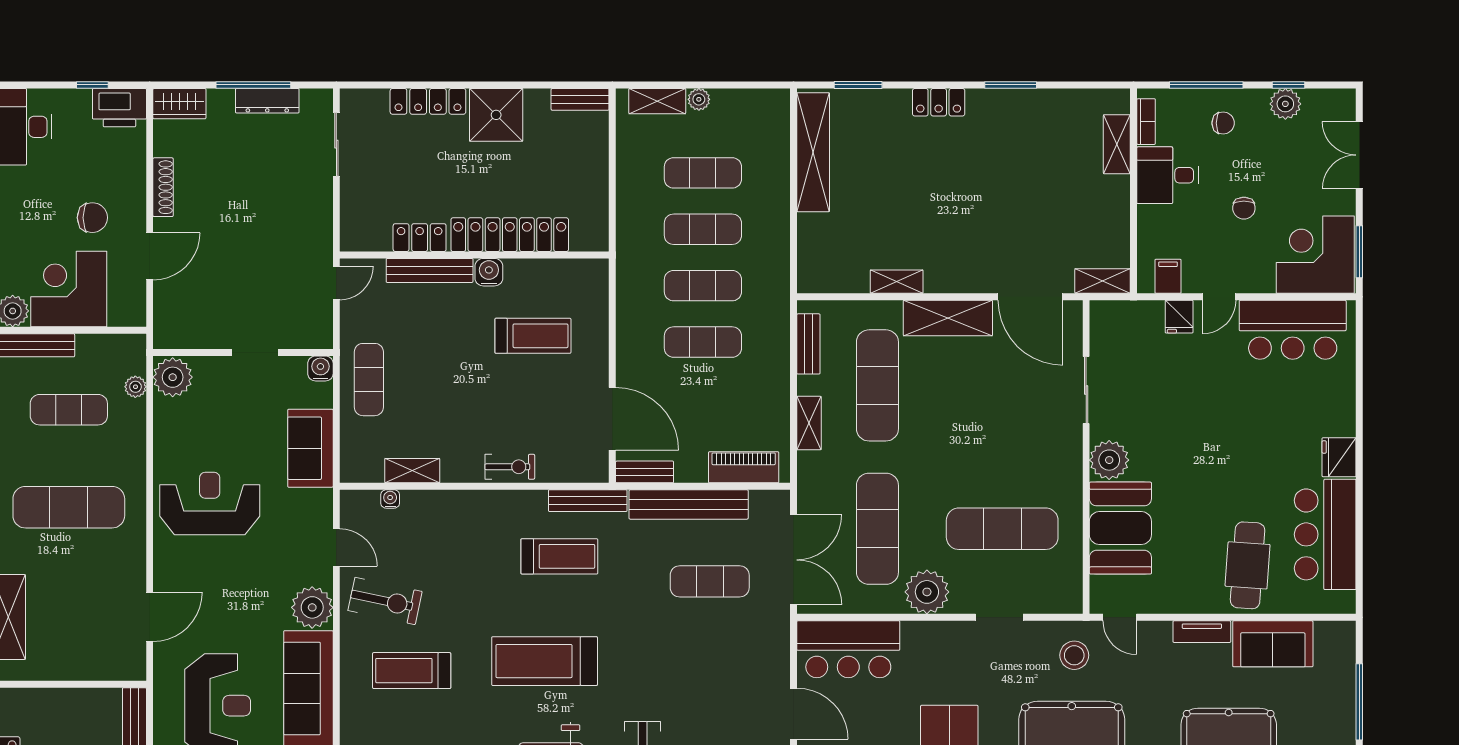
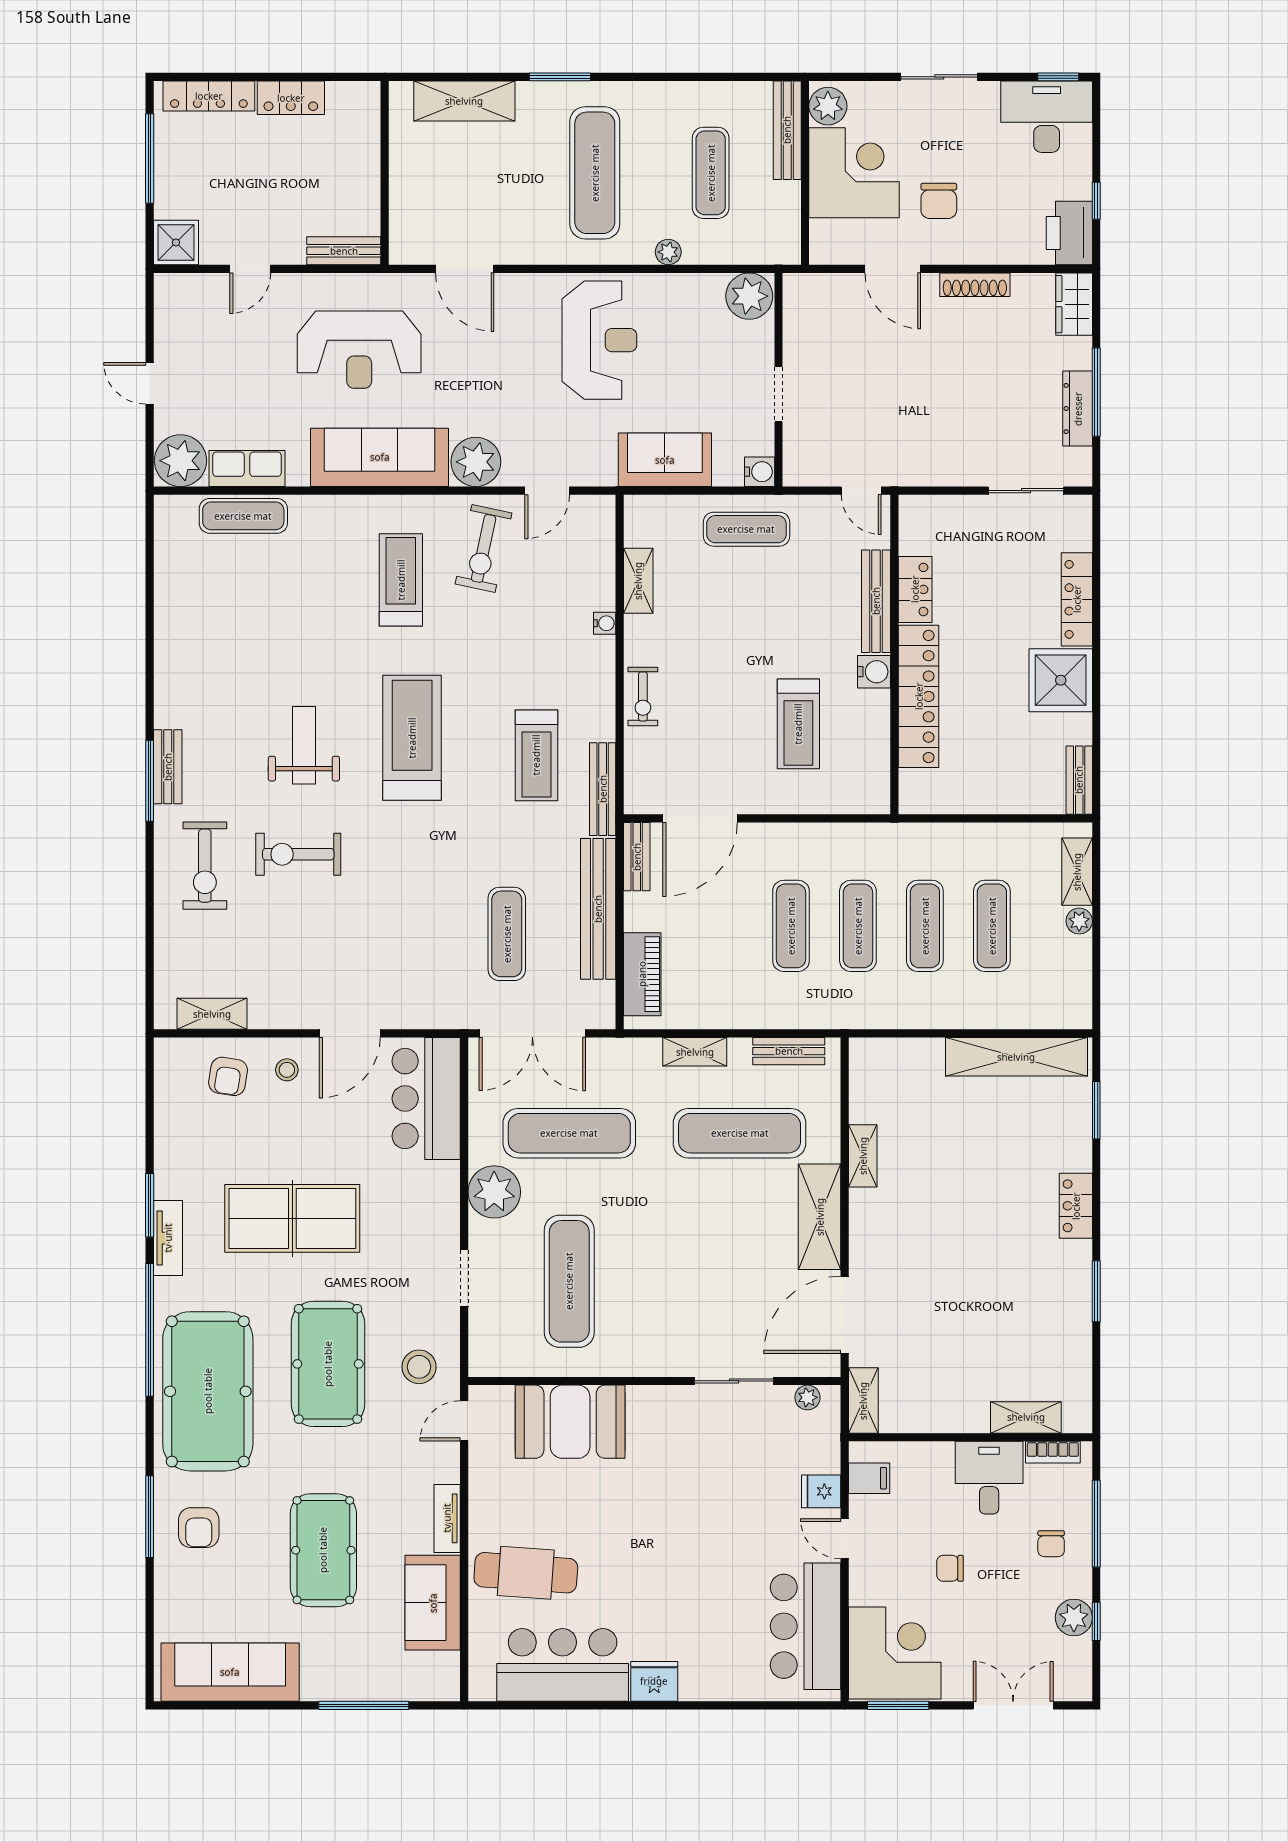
plant: (135, 387) -> (668, 252), moved
plant: (1109, 460) -> (808, 1397), moved, width x0.53, depth x0.53
water cooler: (390, 499) -> (605, 623), moved

